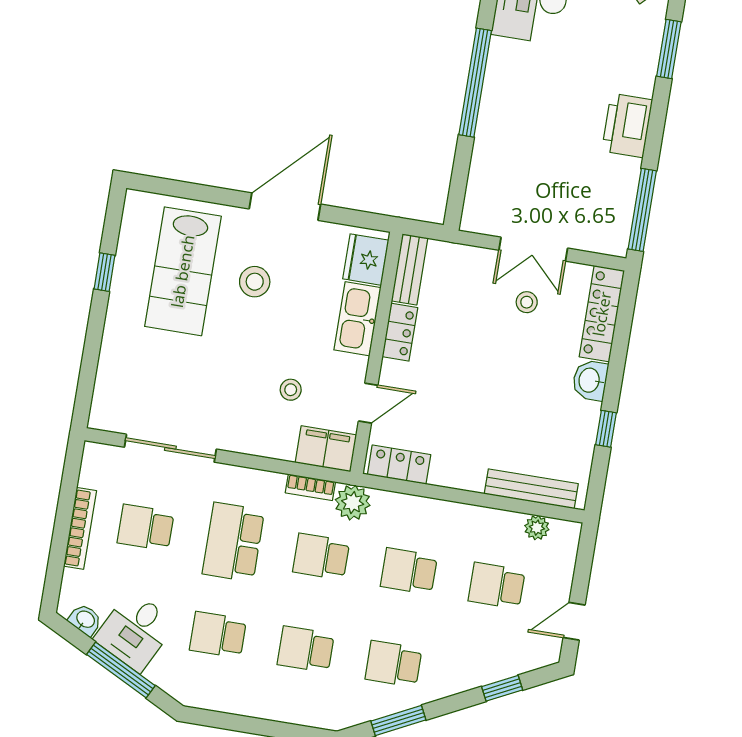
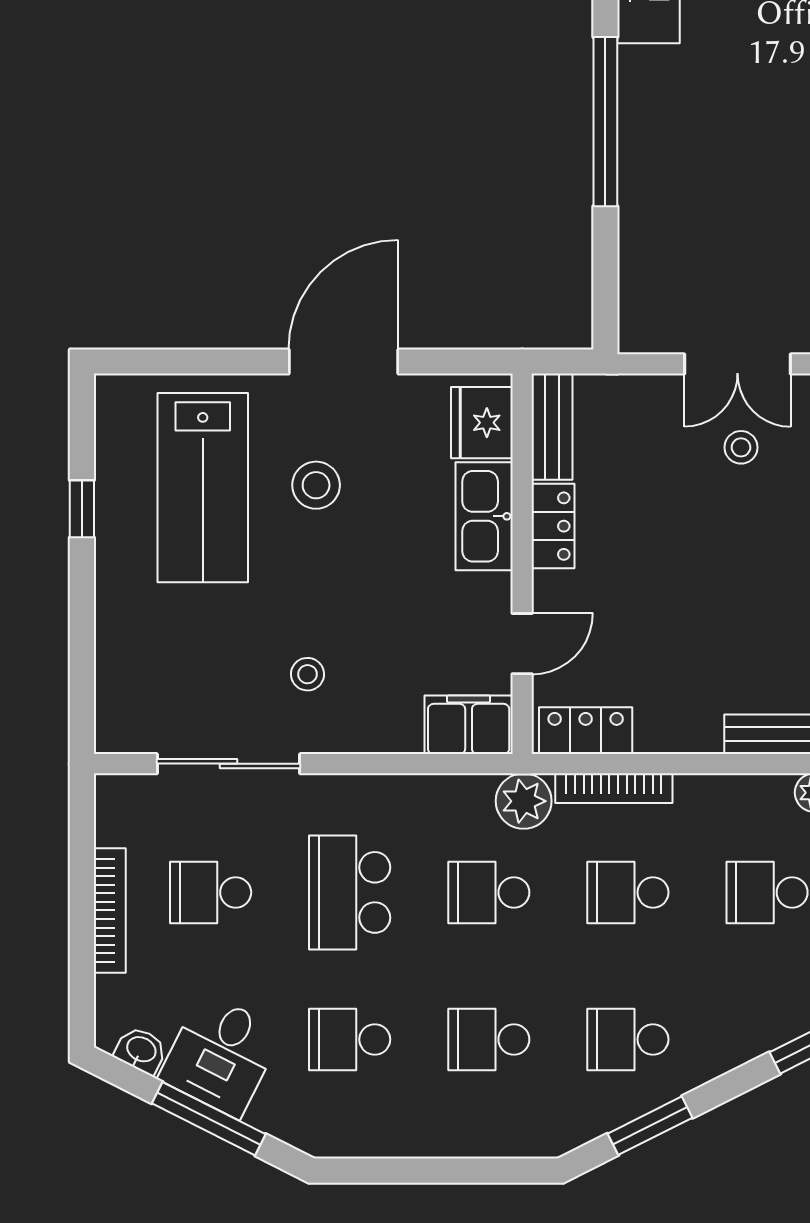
stool: (291, 390) -> (308, 674), moved
bookcase: (310, 487) -> (614, 788), moved, width x1.56

